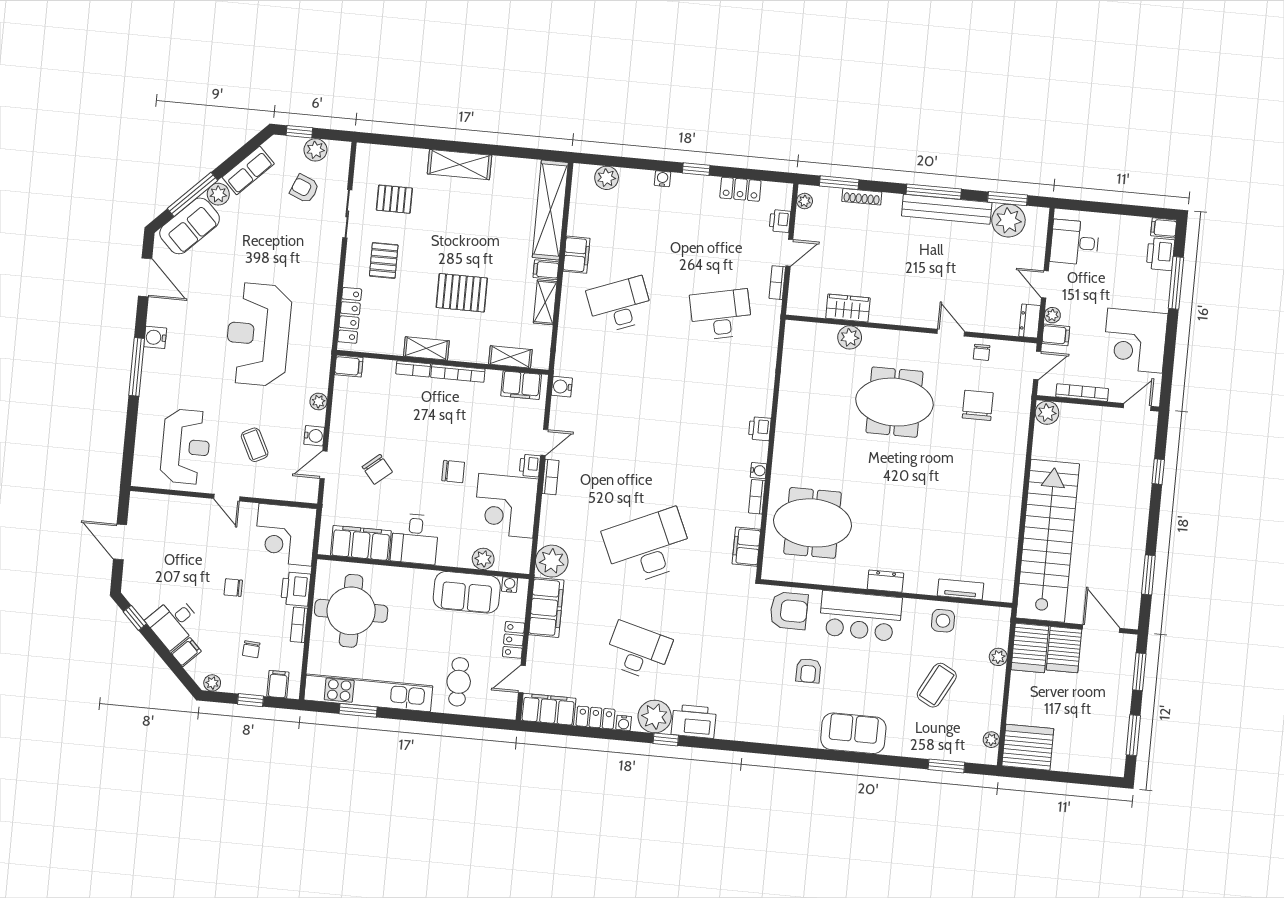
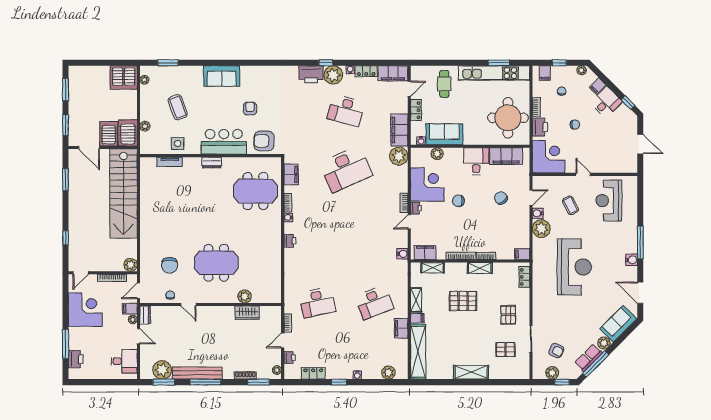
window: (193, 194) -> (596, 364), moved
filing cabinet: (1164, 228) -> (75, 374), removed
locker: (350, 315) -> (524, 277), width x0.66
plant: (318, 401) -> (541, 229), width x1.88, depth x1.88
coffee table: (937, 685) -> (178, 107), turned -48

